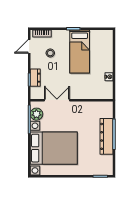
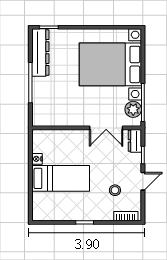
door: (29, 46) -> (143, 181), moved
bed: (80, 52) -> (61, 178), moved, turned 90
dresser: (35, 78) -> (135, 141), moved
dresser: (107, 136) -> (40, 53), moved

